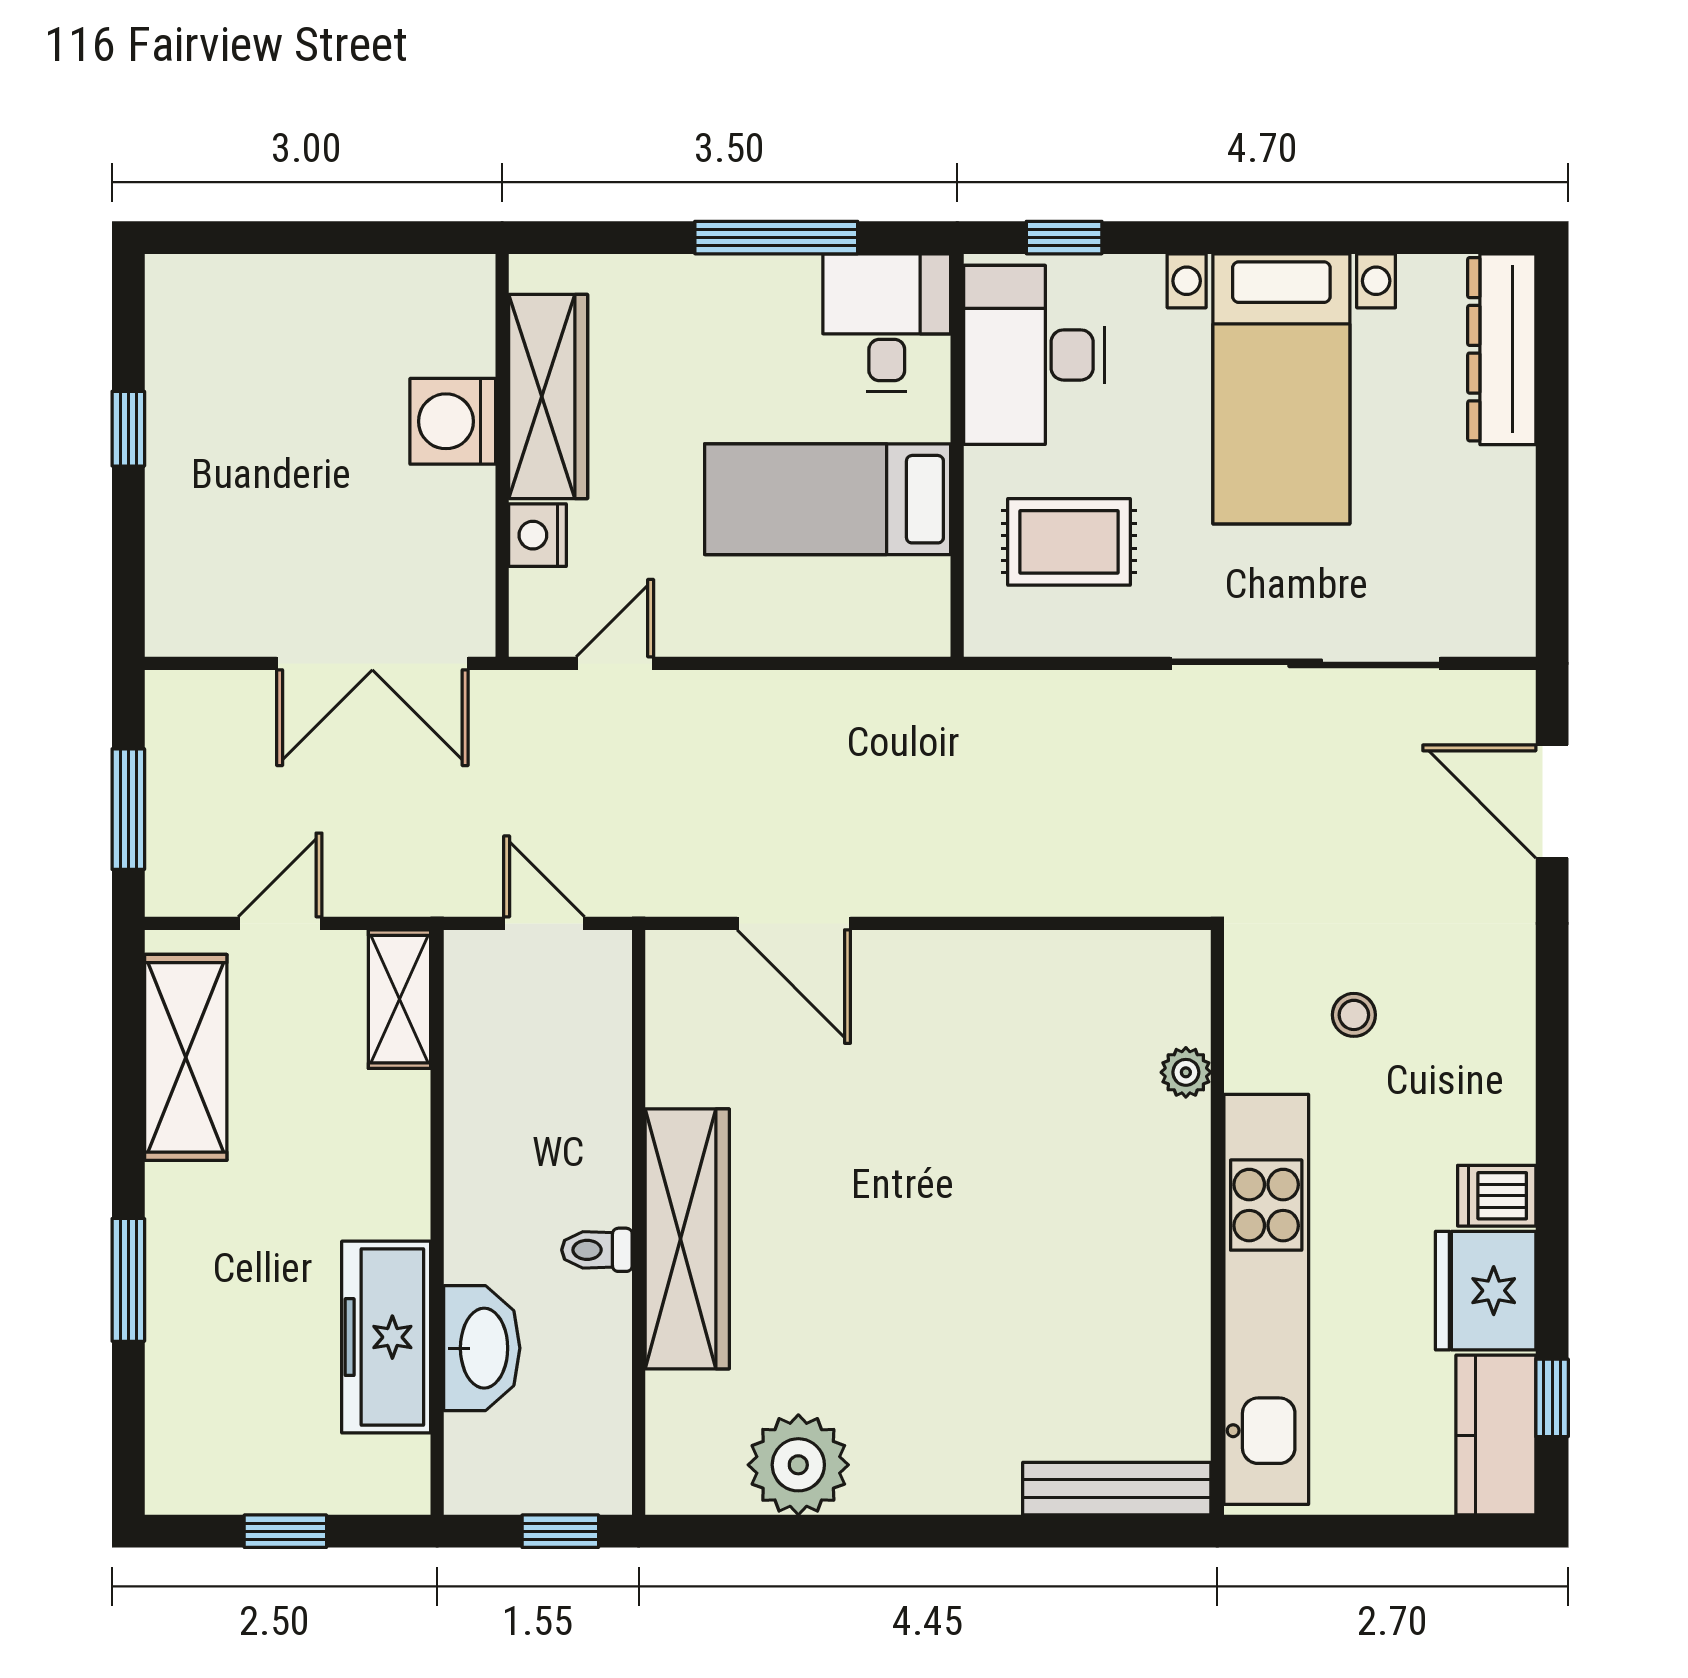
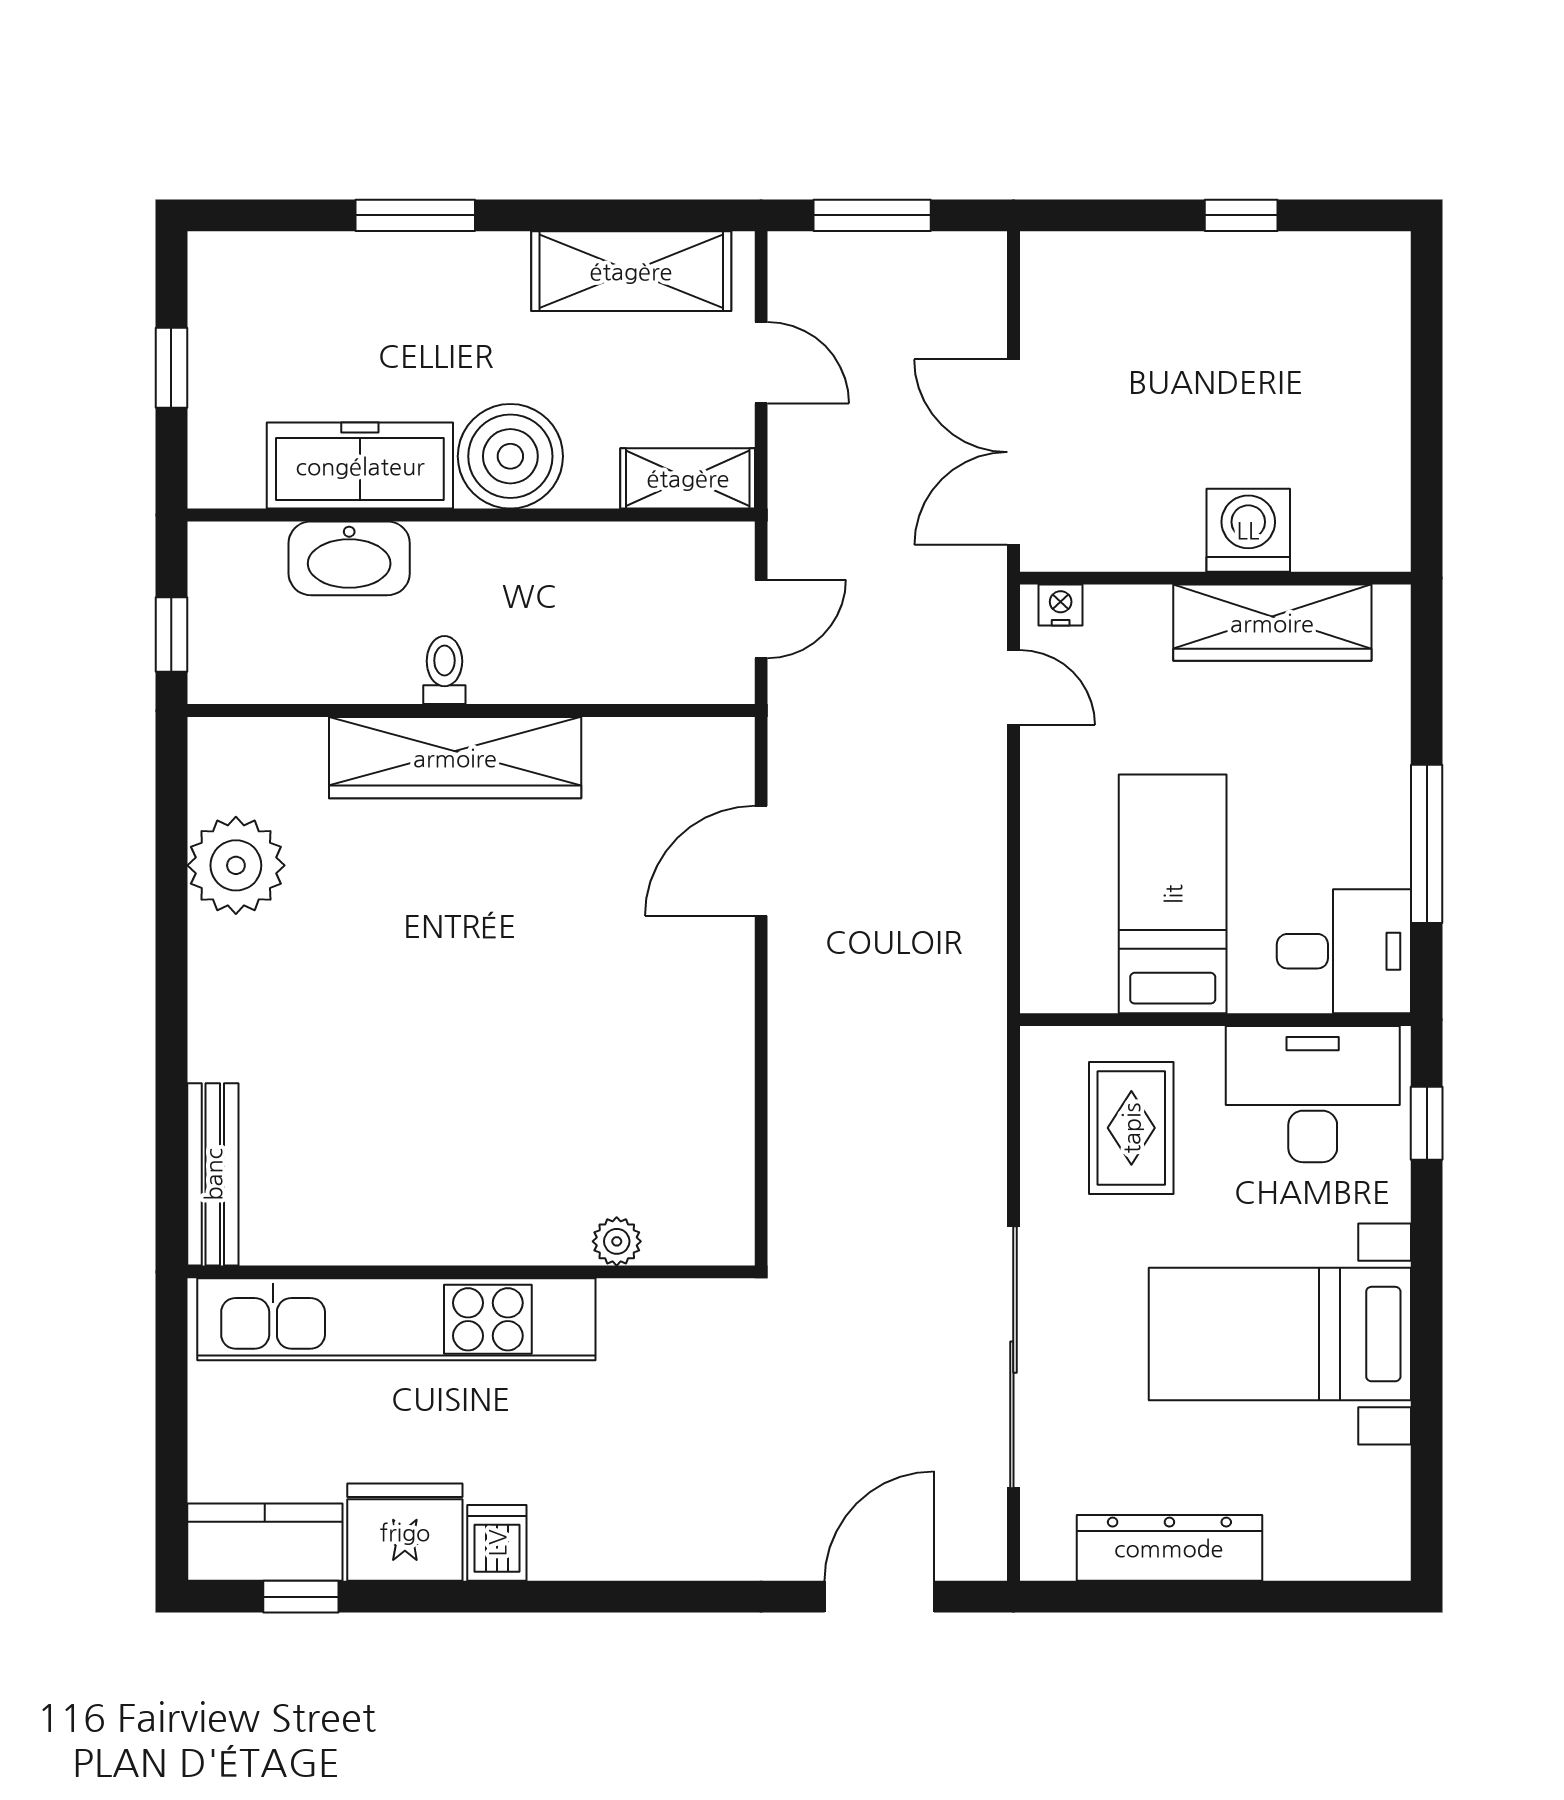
dresser: (1502, 349) -> (1169, 1548), moved
nightstand: (537, 535) -> (1061, 605), moved, width x0.72, depth x0.74
stool: (1354, 1015) -> (672, 1404), removed
boiler: (377, 1182) -> (510, 456), added

